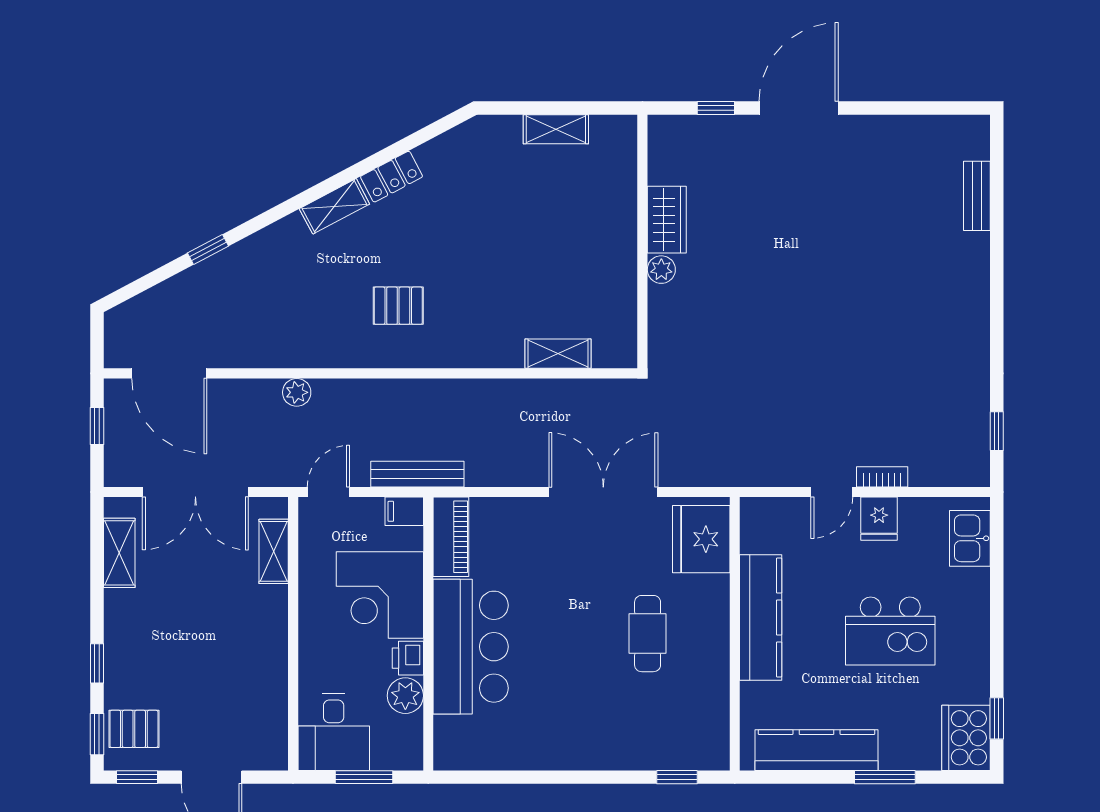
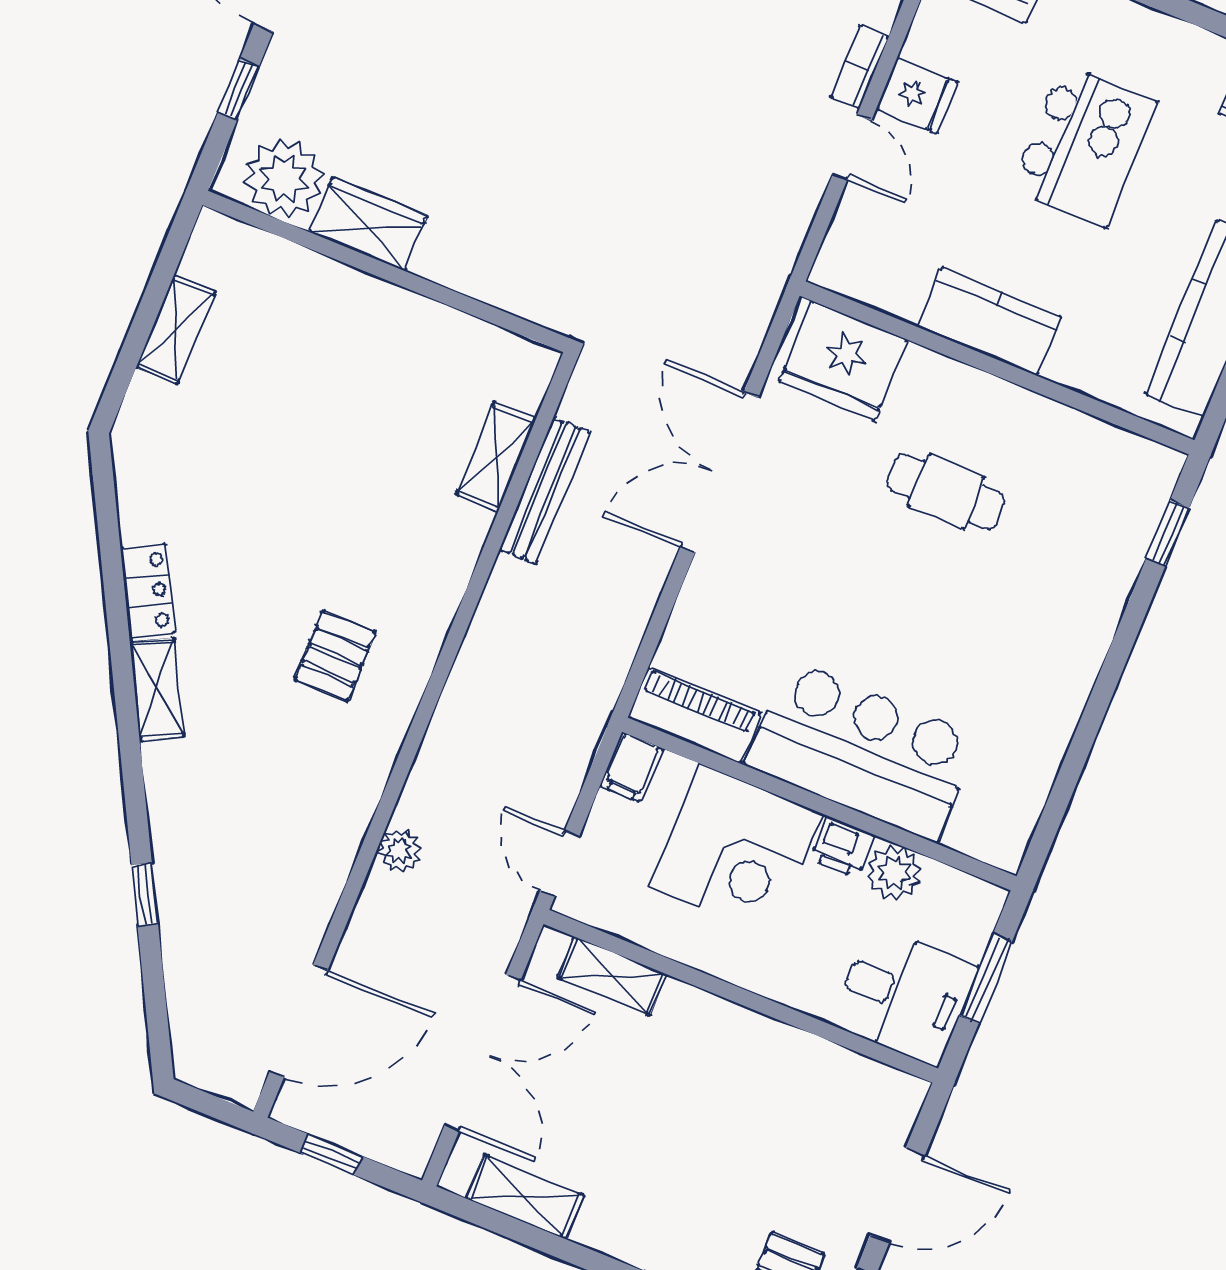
plant: (661, 270) -> (284, 178), moved, width x1.87, depth x1.87
bench: (417, 474) -> (545, 491), moved
kitchen counter: (761, 617) -> (989, 322), width x0.67

